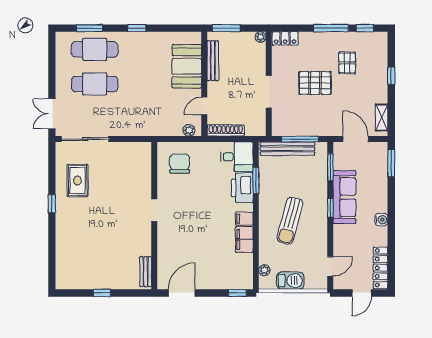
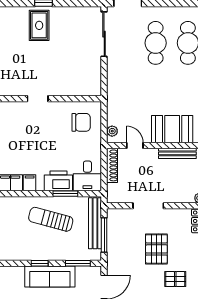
rug: (77, 180) -> (39, 25), moved, turned 90
sun lounger: (290, 221) -> (51, 219), moved

